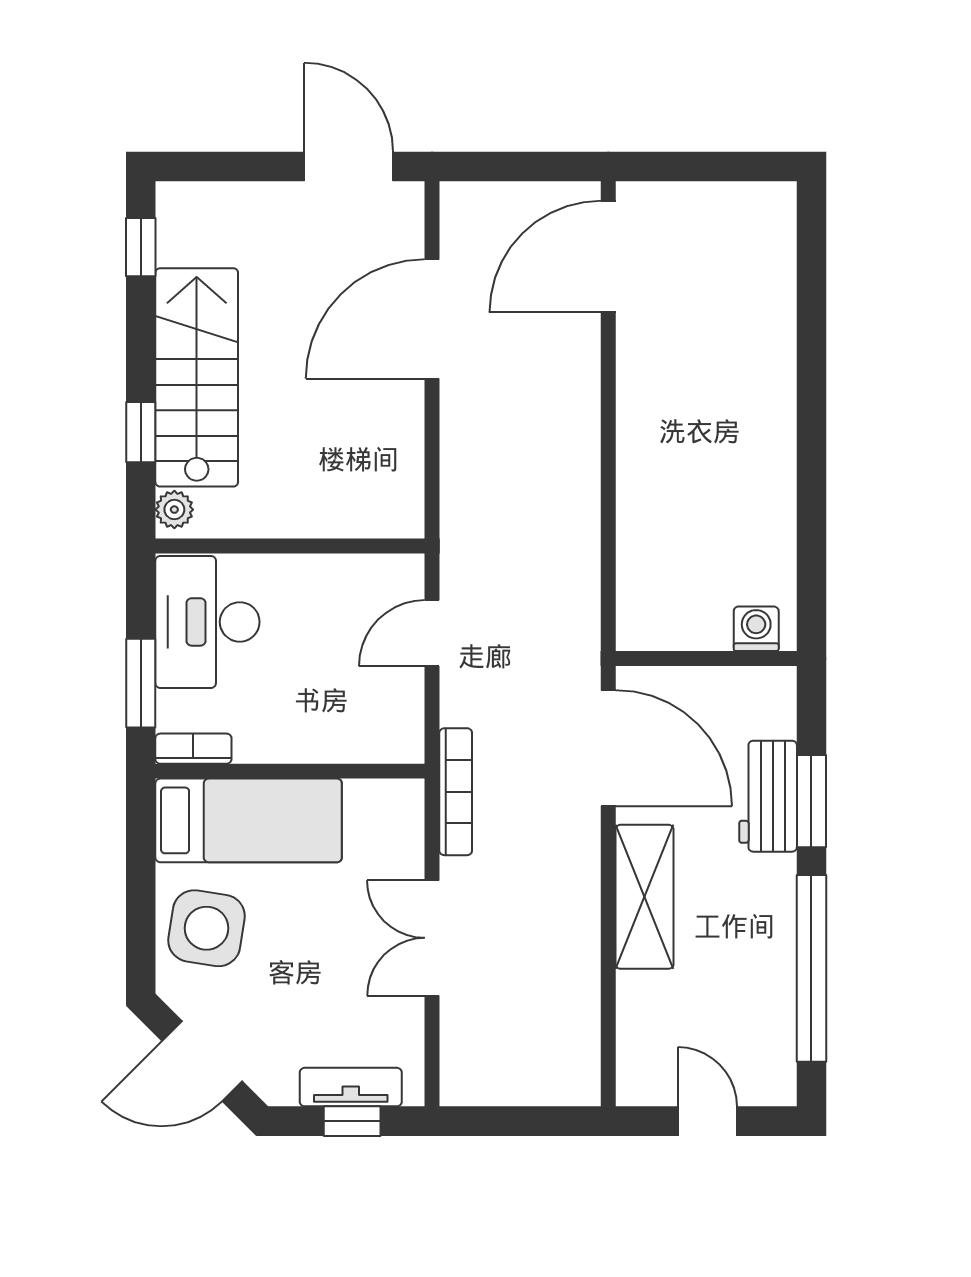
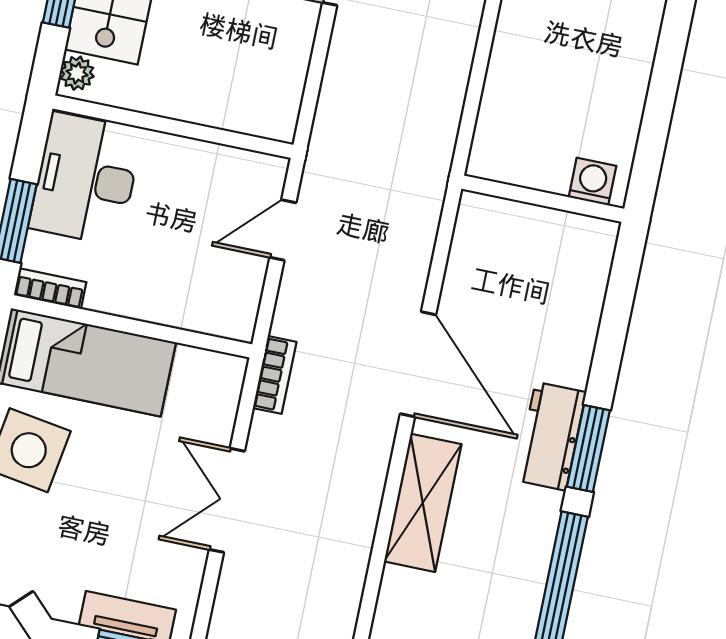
washing machine: (756, 629) -> (592, 182), moved
wall: (706, 659) -> (543, 199), moved
bookcase: (456, 792) -> (275, 375), width x0.64

